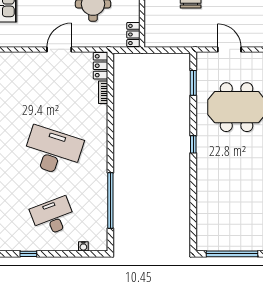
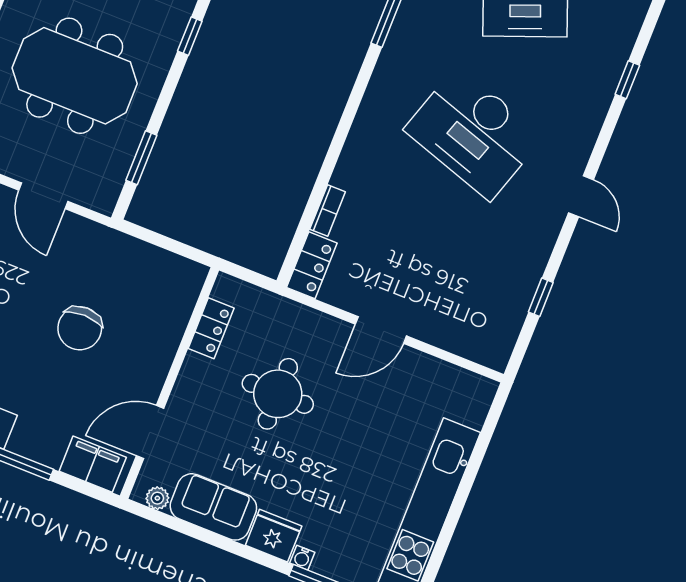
locker: (133, 34) -> (211, 328), moved

